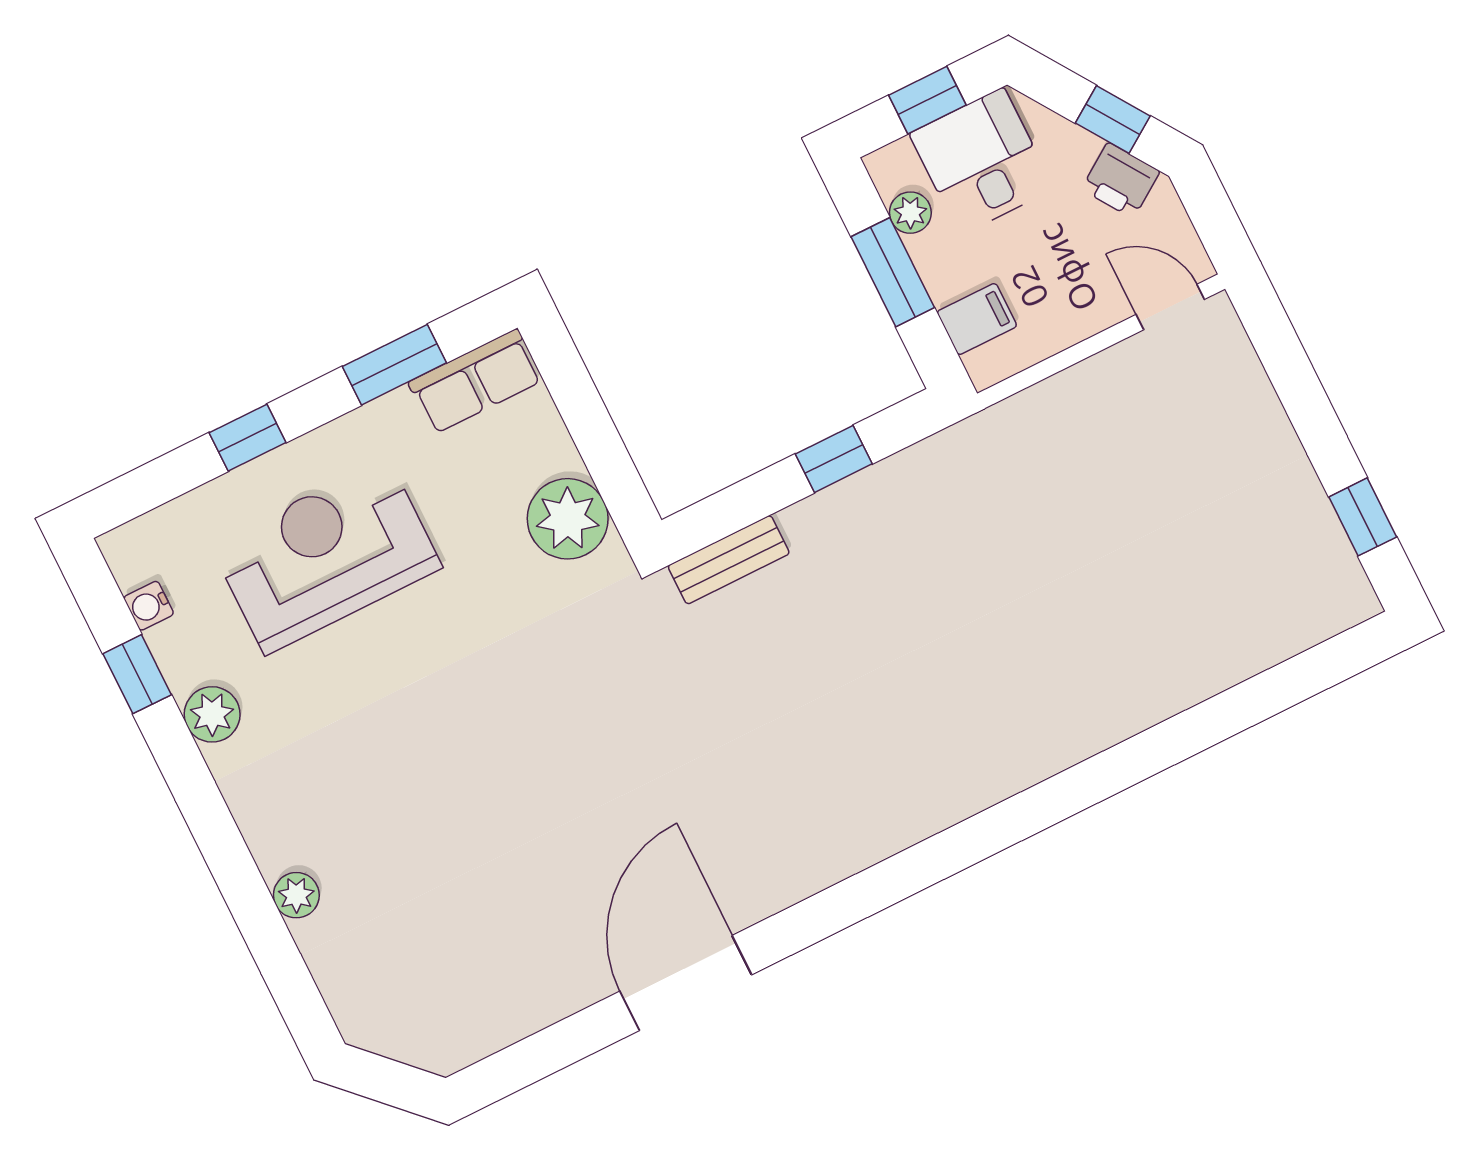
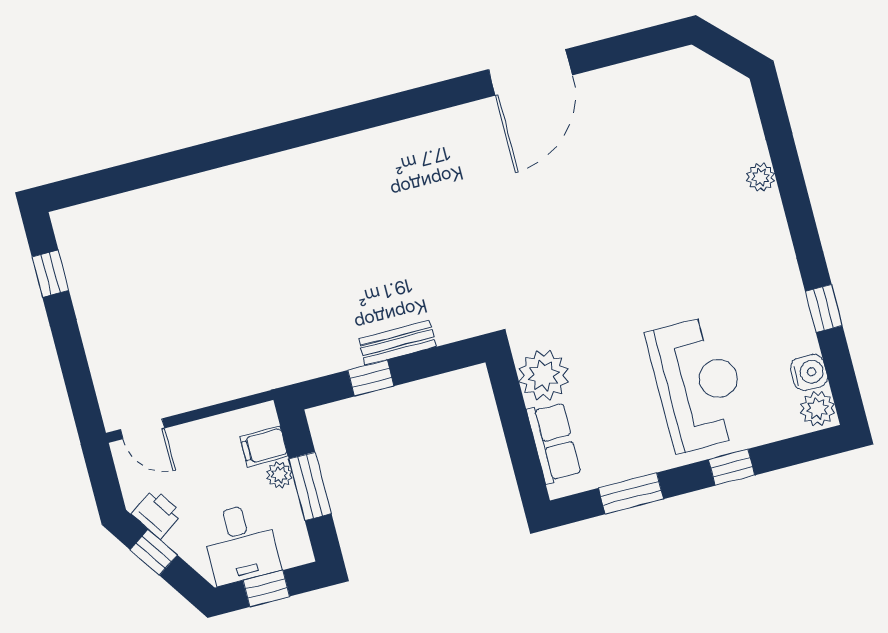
plant: (910, 213) -> (279, 475), moved
row of seats: (476, 381) -> (554, 442), moved, turned 90
reception desk: (326, 556) -> (698, 384), turned -90
bench: (729, 560) -> (398, 343), moved
water cooler: (149, 606) -> (809, 372), width x1.38, depth x1.38
window: (137, 674) -> (824, 308), moved
plant: (212, 714) -> (818, 409), moved

